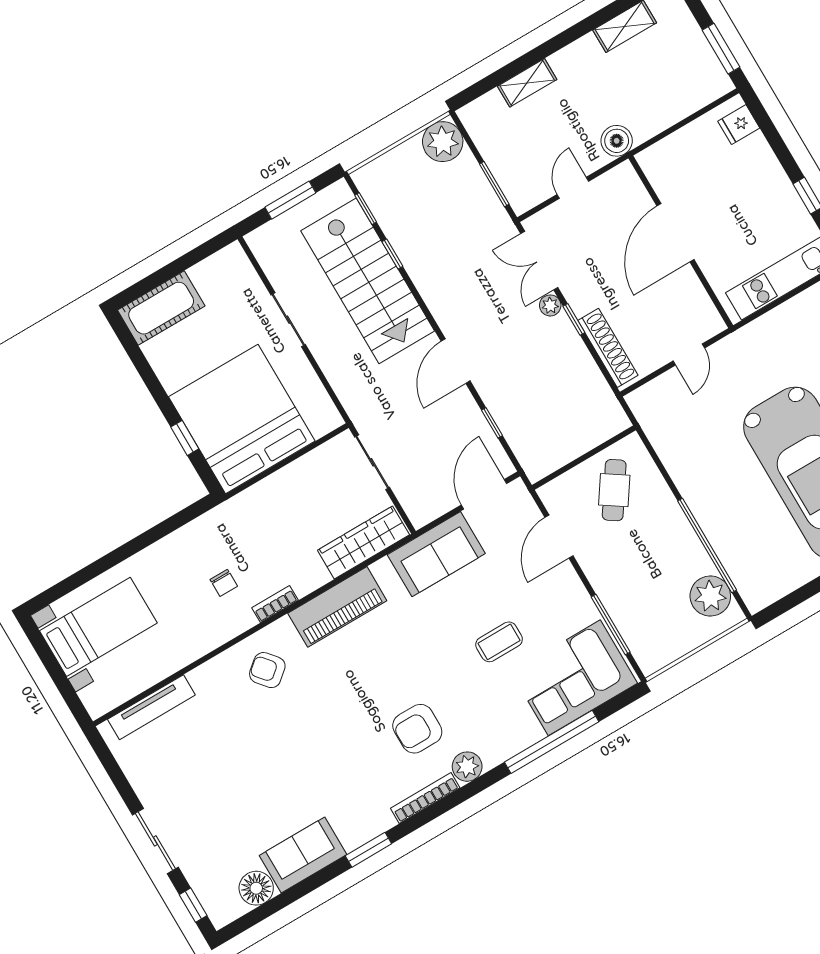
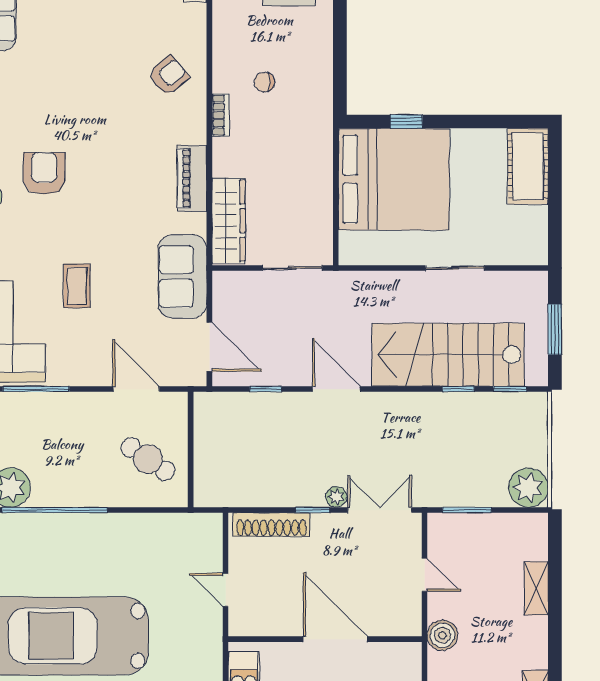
piano: (337, 607) -> (192, 178), width x0.73, depth x0.75

